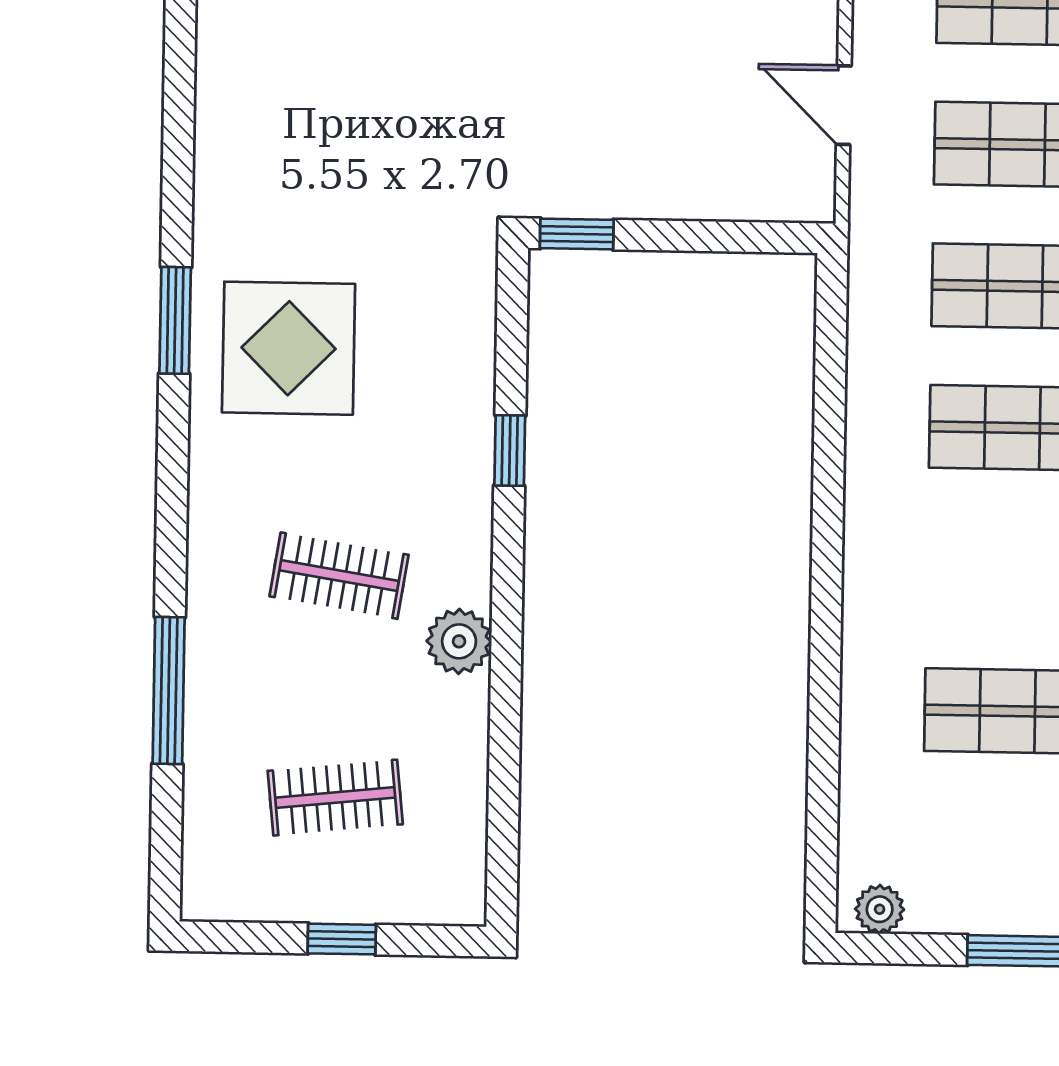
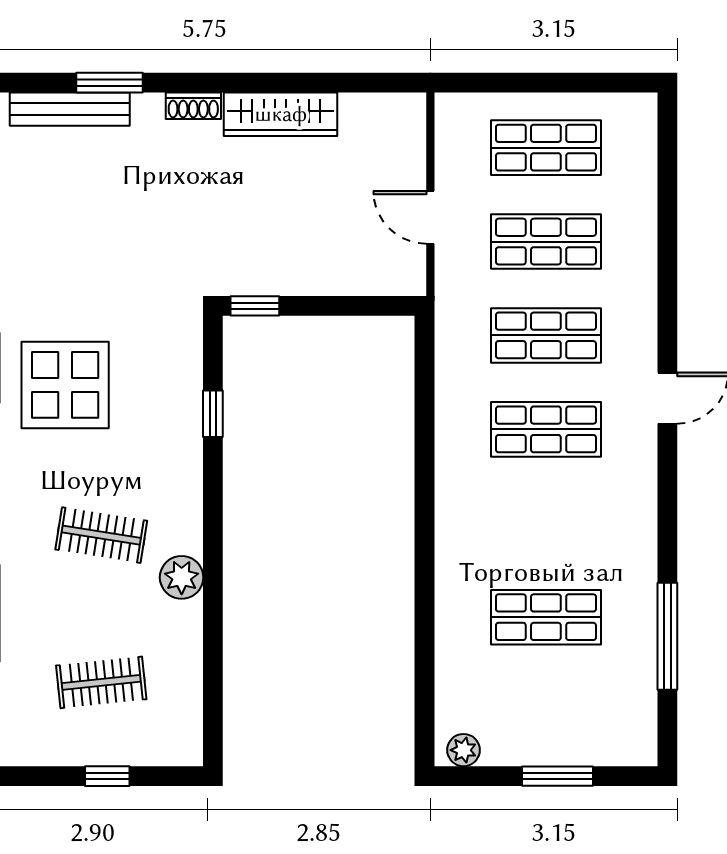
window: (510, 450) -> (213, 414), moved

